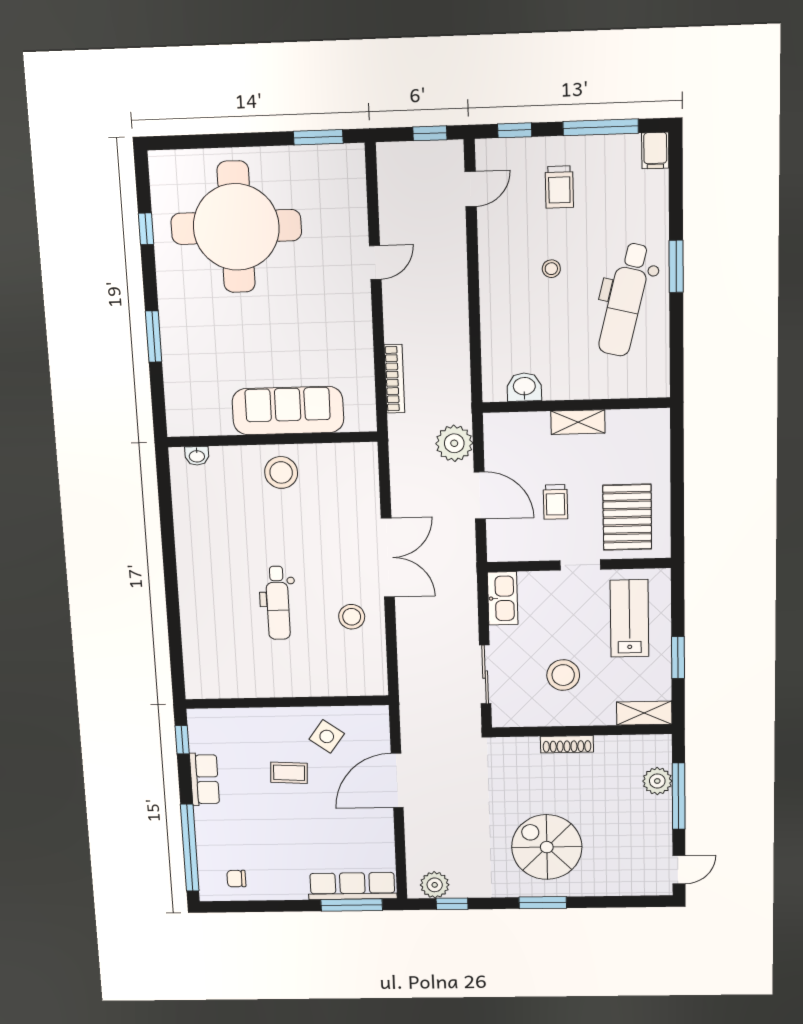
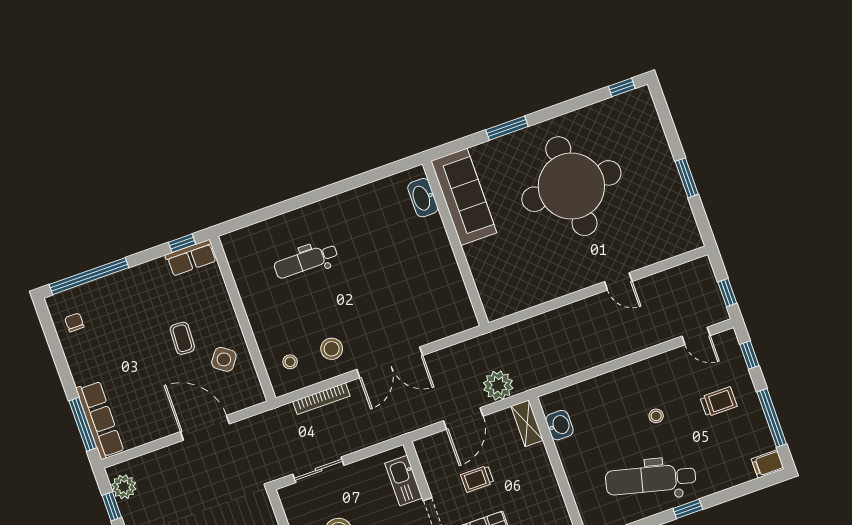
window: (318, 137) -> (687, 178), moved
trolley: (559, 187) -> (719, 402), turned 180
round table: (236, 227) -> (571, 186), moved
window: (146, 229) -> (622, 87), moved
window: (676, 266) -> (688, 509), width x0.67
bookcase: (394, 379) -> (321, 399), moved
sofa: (288, 411) -> (464, 197), moved
shelving: (578, 422) -> (527, 423), moved
washbasin: (197, 456) -> (423, 198), width x1.91, depth x1.45
stool: (281, 472) -> (290, 362), moved, width x0.53, depth x0.53
kitchen sink: (503, 598) -> (404, 481), moved, turned 90
dental chair: (278, 603) -> (306, 261), moved
row of seats: (204, 779) -> (191, 258), moved

